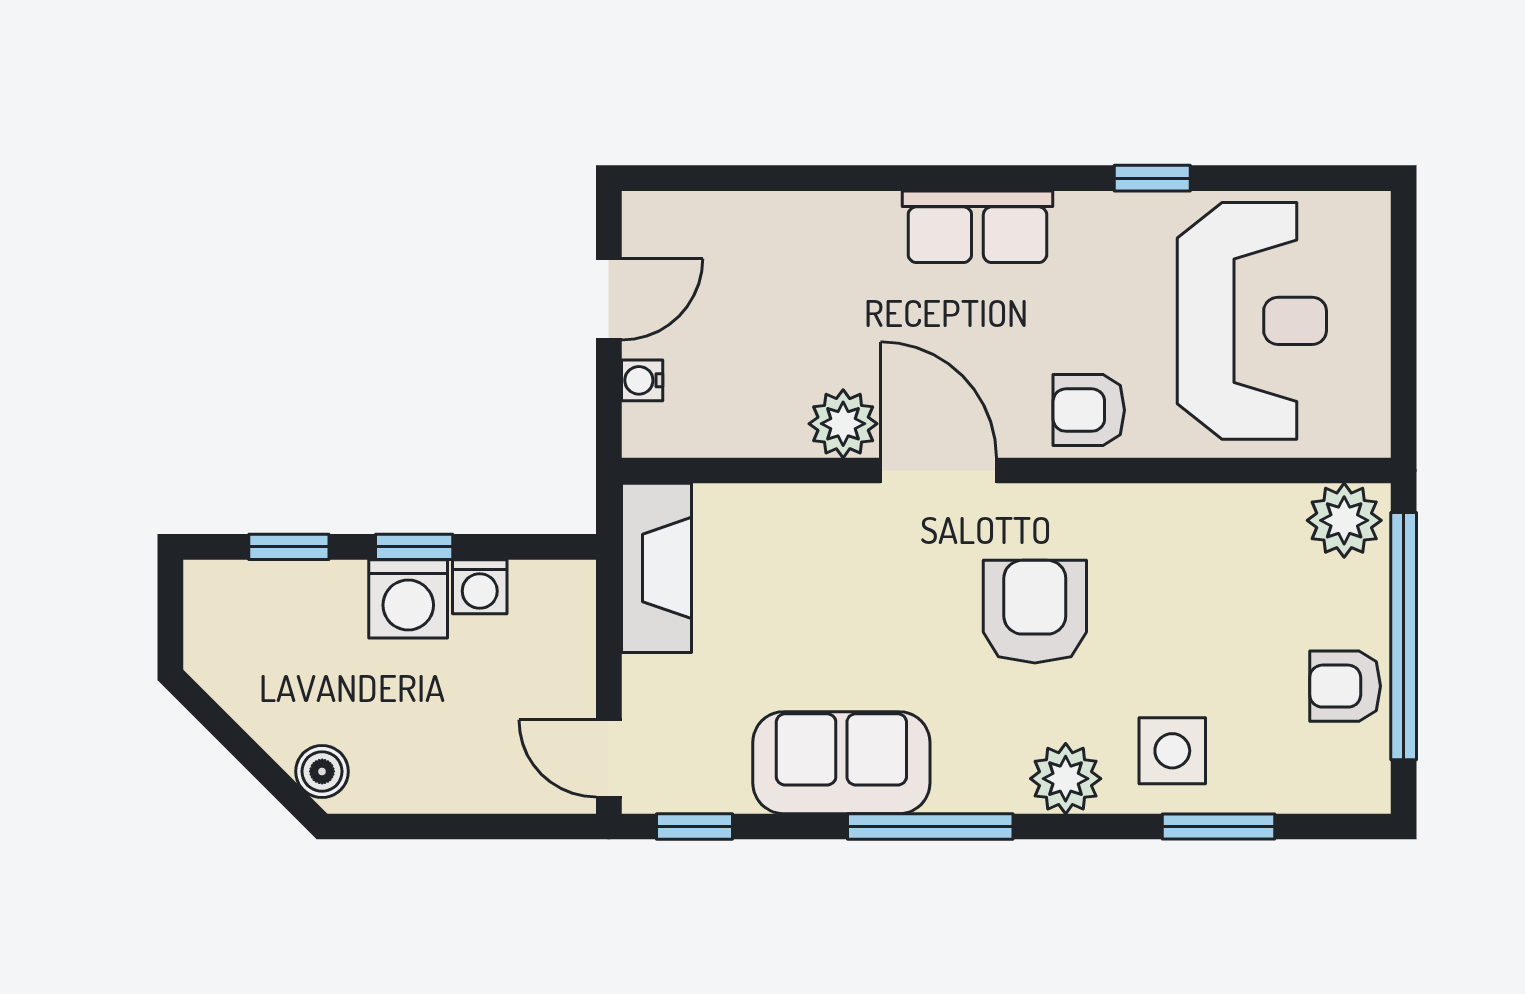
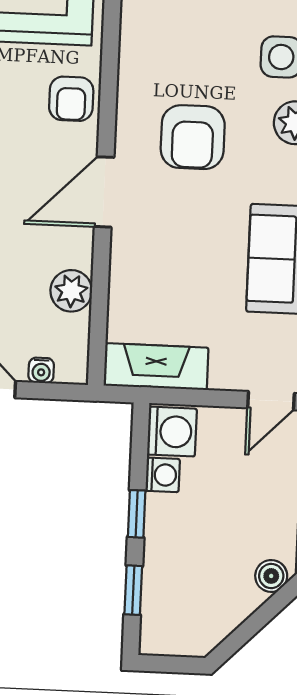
plant: (843, 424) -> (71, 291), moved
washing machine: (408, 599) -> (172, 432), moved
armchair: (1035, 612) -> (193, 137), turned -90

